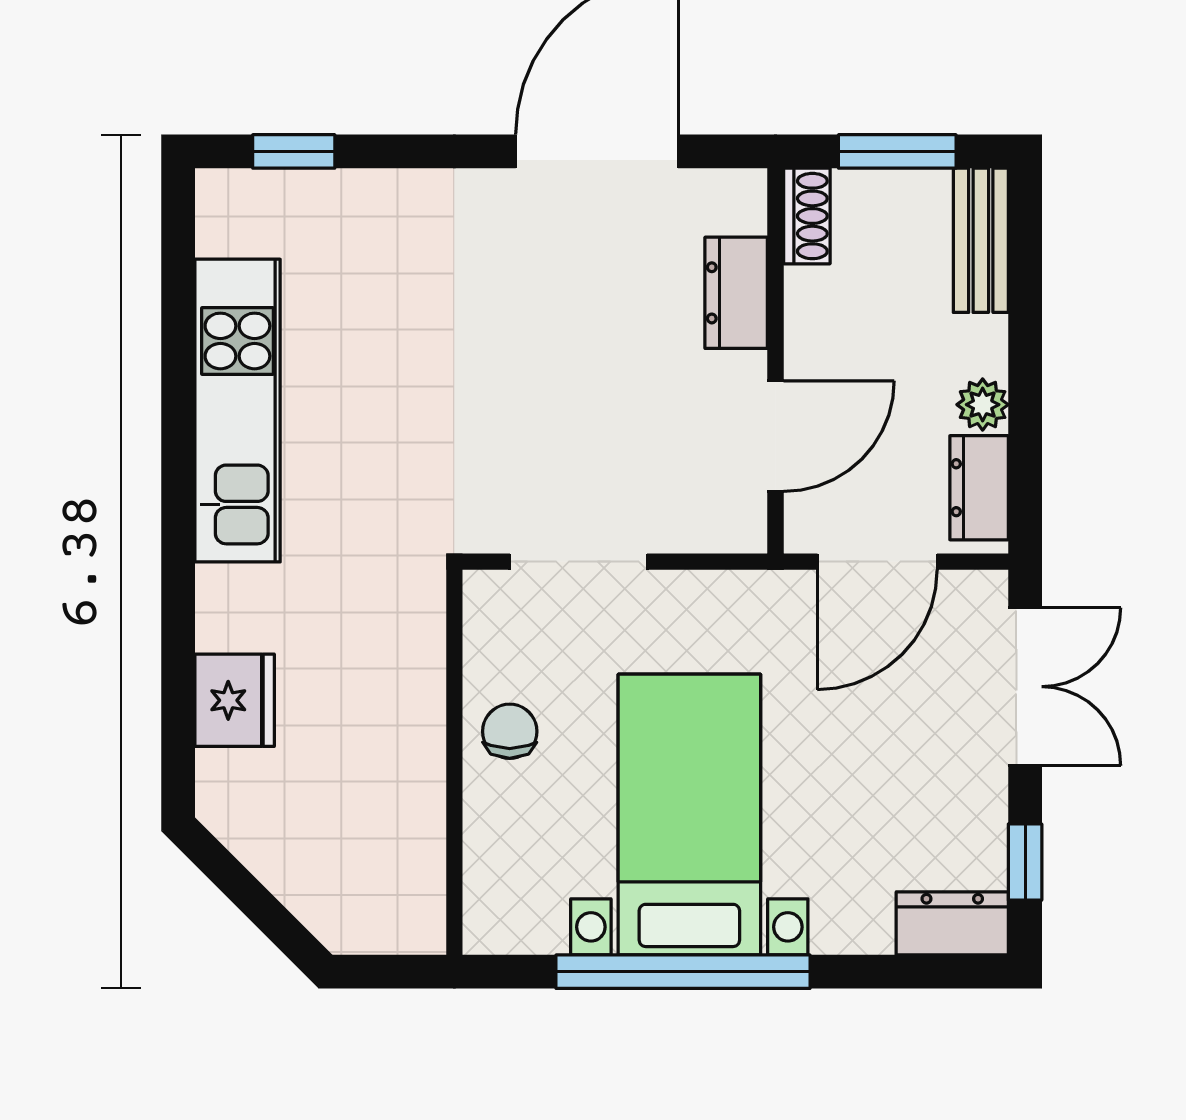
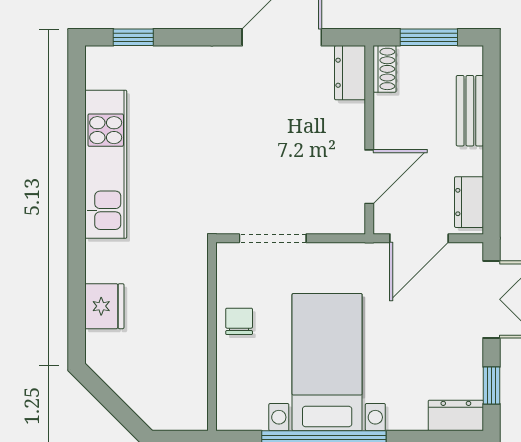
bench: (981, 240) -> (470, 111), moved
dresser: (736, 293) -> (350, 73), moved
plant: (983, 405) -> (471, 161), removed

